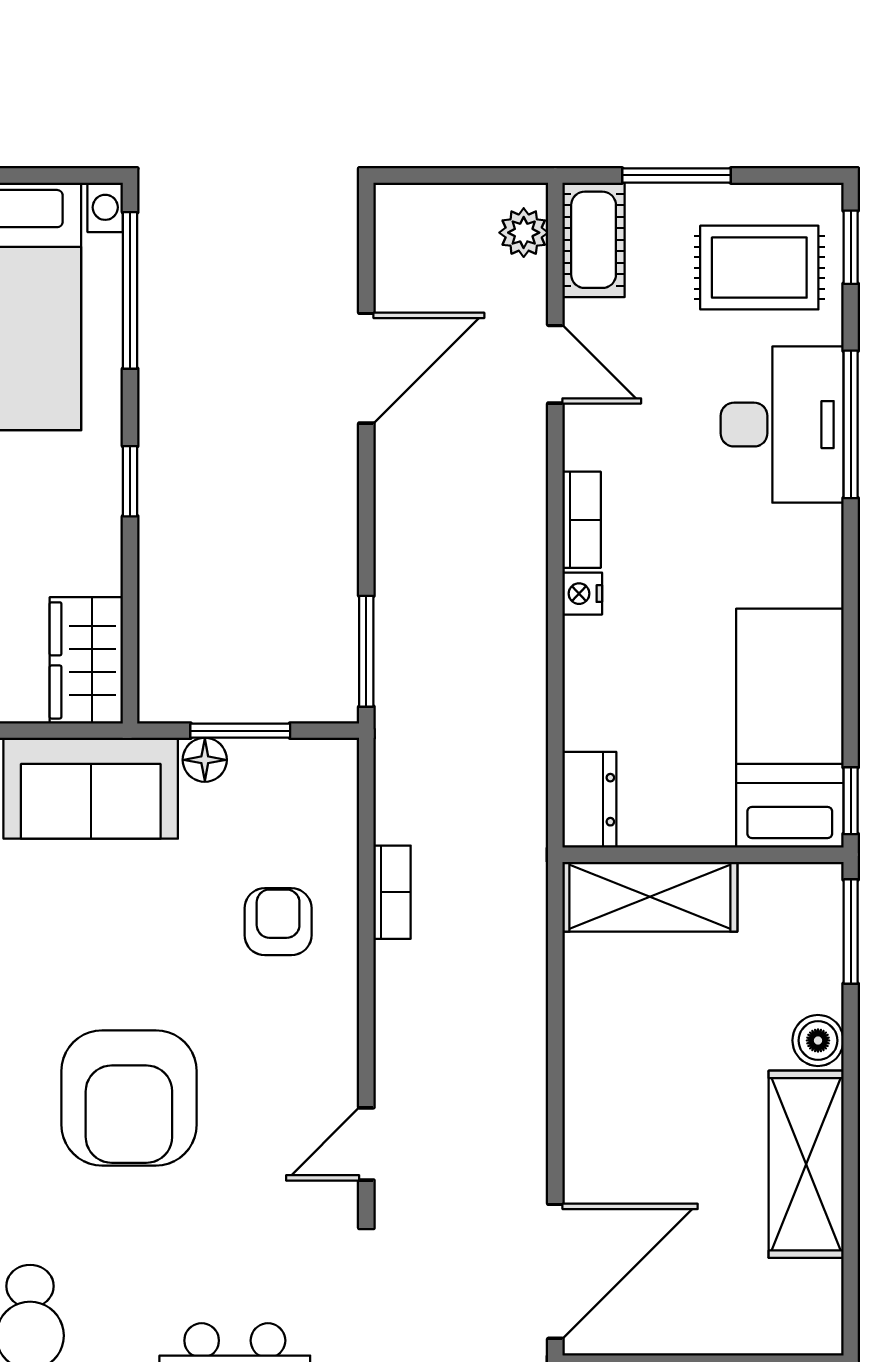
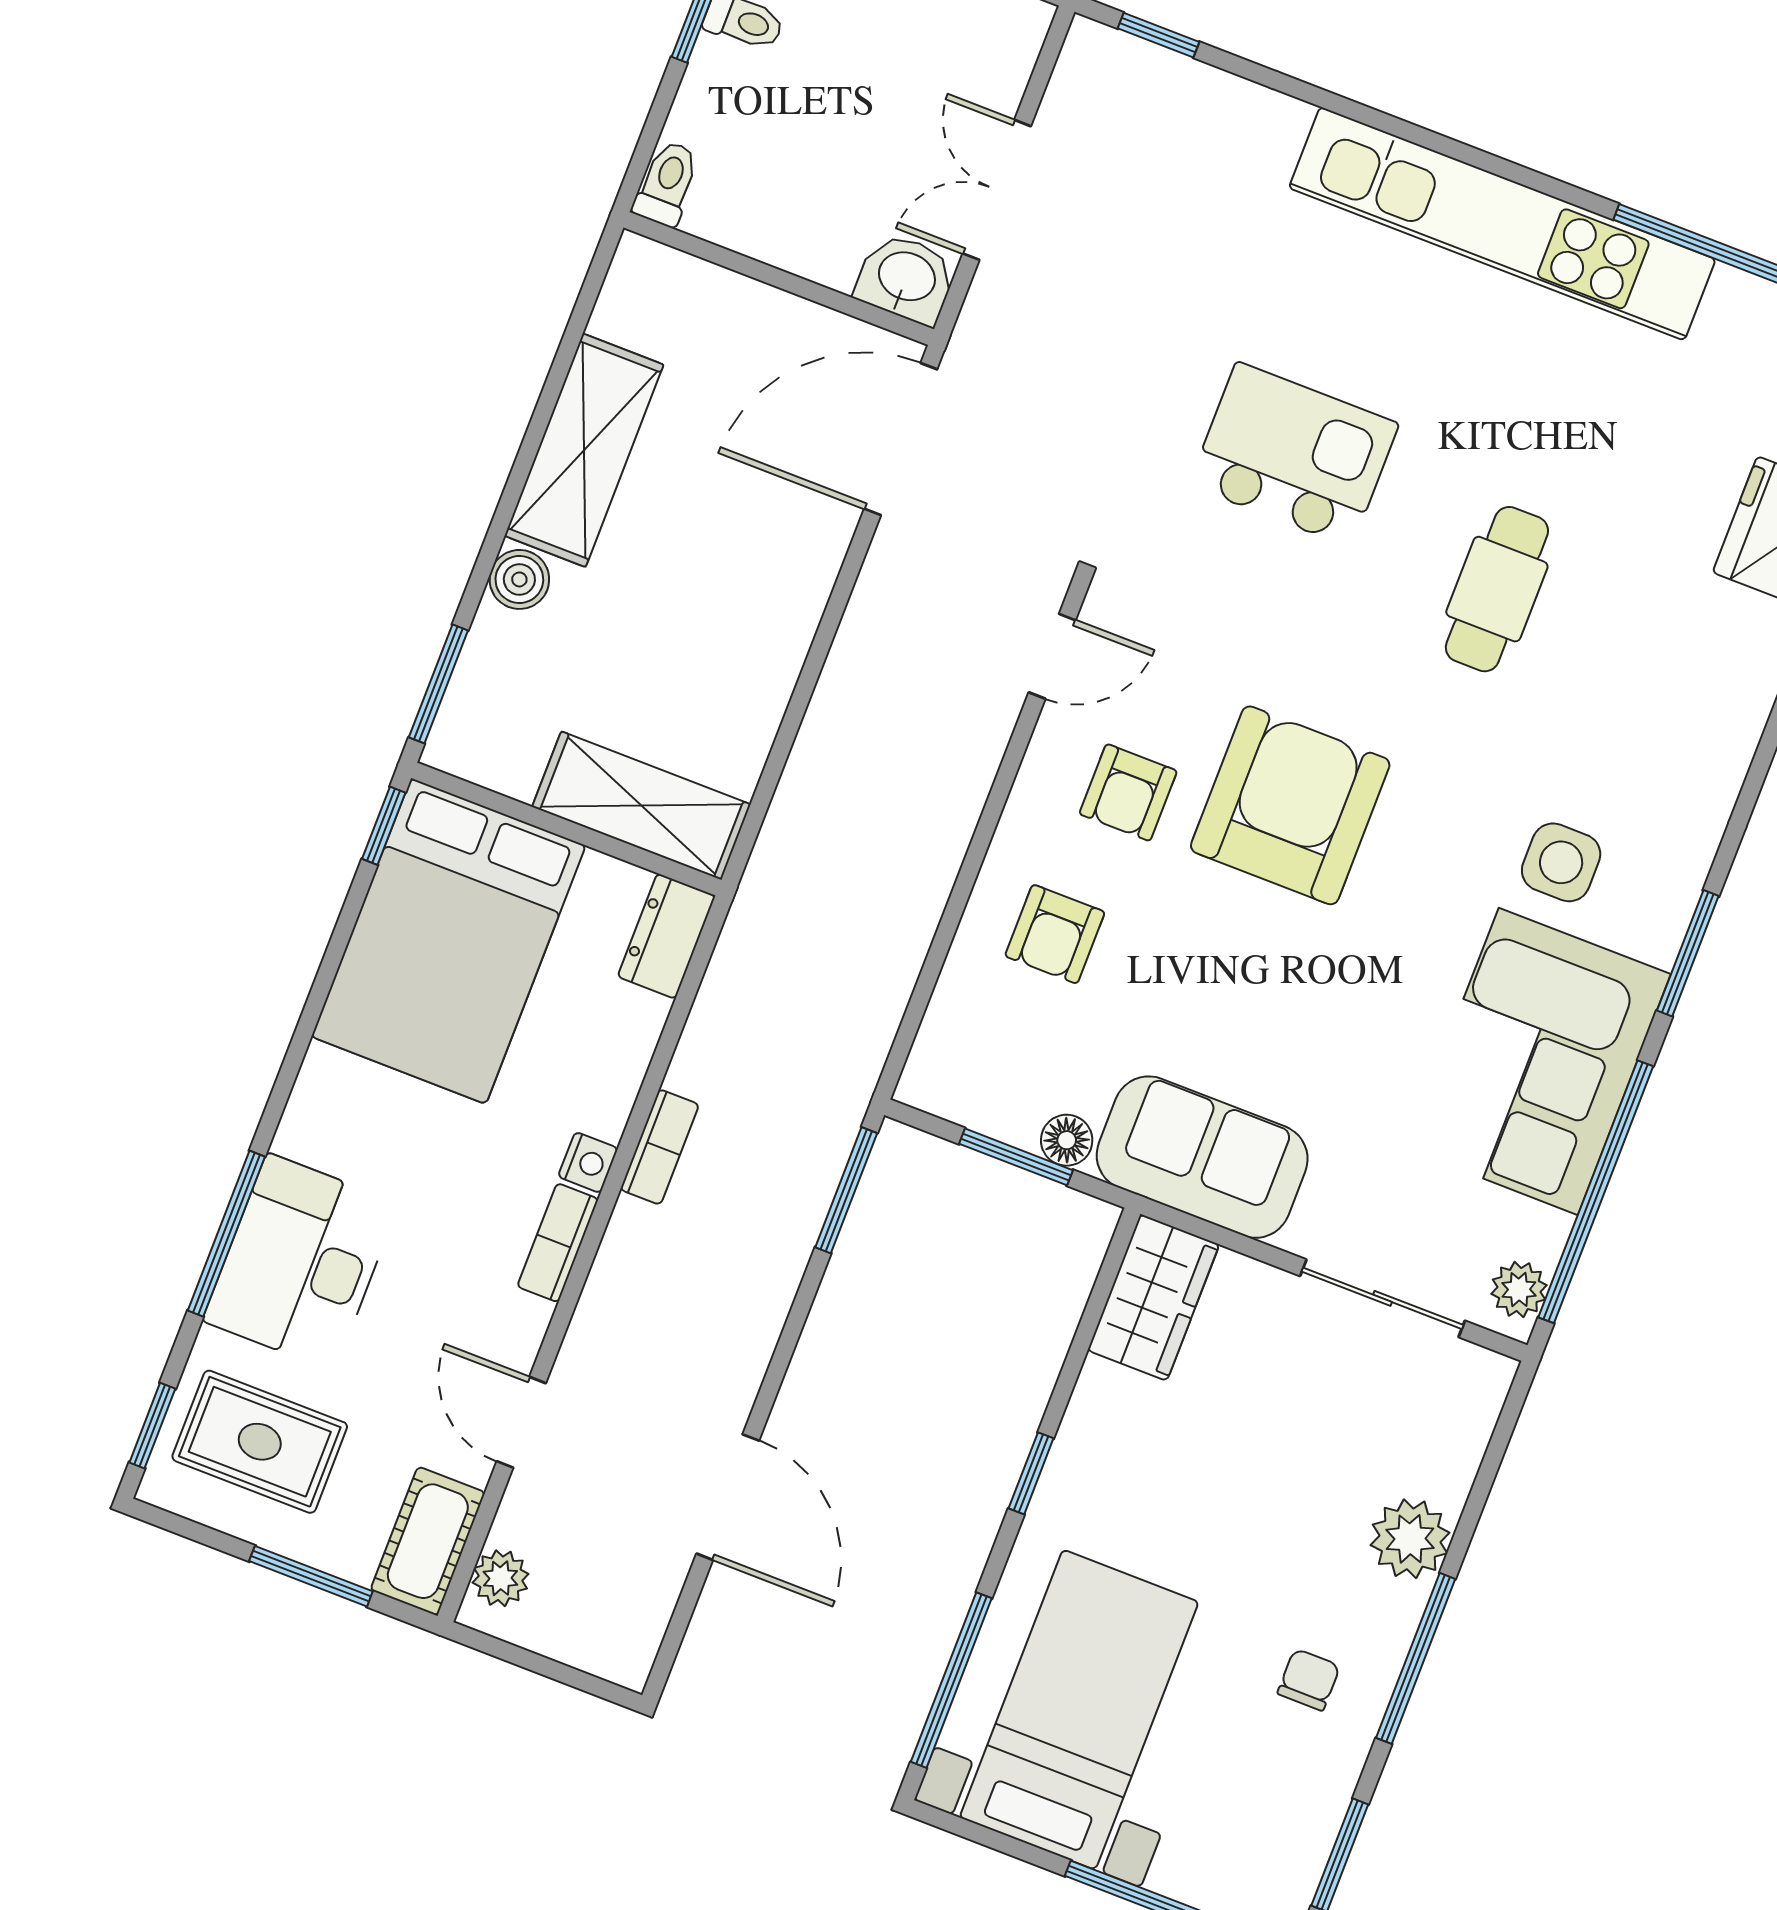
door: (366, 368) -> (728, 1497), swing flipped
bed: (790, 728) -> (448, 941), width x1.50
bookcase: (392, 892) -> (660, 1147), moved, turned 180
armchair: (263, 1058) -> (1128, 792), added

